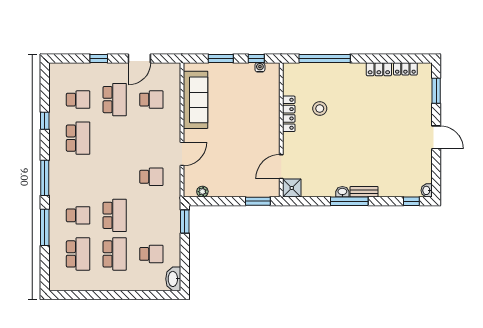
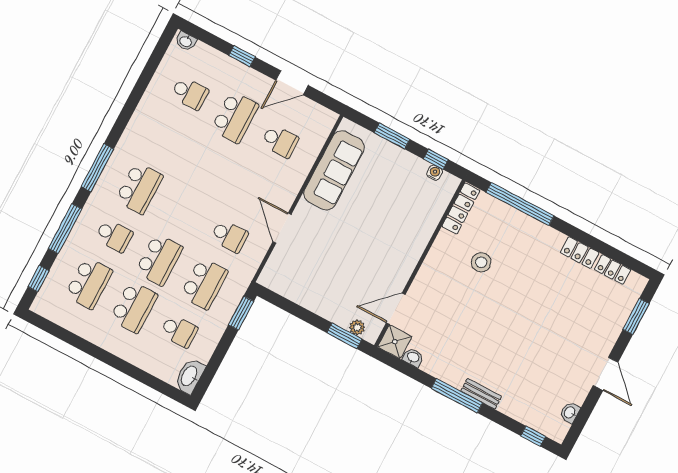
washbasin: (58, 68) -> (186, 41), added
locker: (289, 114) -> (461, 208), moved
window: (45, 121) -> (39, 279), moved
school desk: (78, 138) -> (139, 188), moved
door: (182, 154) -> (282, 228), swing flipped
washbasin: (427, 190) -> (570, 413), moved
plant: (202, 192) -> (357, 327), moved
washbasin: (342, 192) -> (413, 357), moved
school desk: (151, 215) -> (204, 284), added

